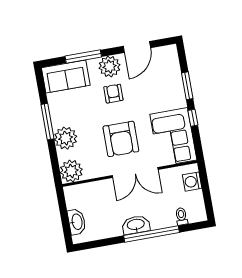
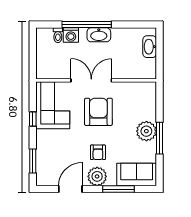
window: (187, 86) -> (33, 161), moved
plant: (66, 138) -> (146, 131), moved
plant: (71, 171) -> (147, 92), removed
washing machine: (192, 182) -> (71, 35), moved, turned 90

